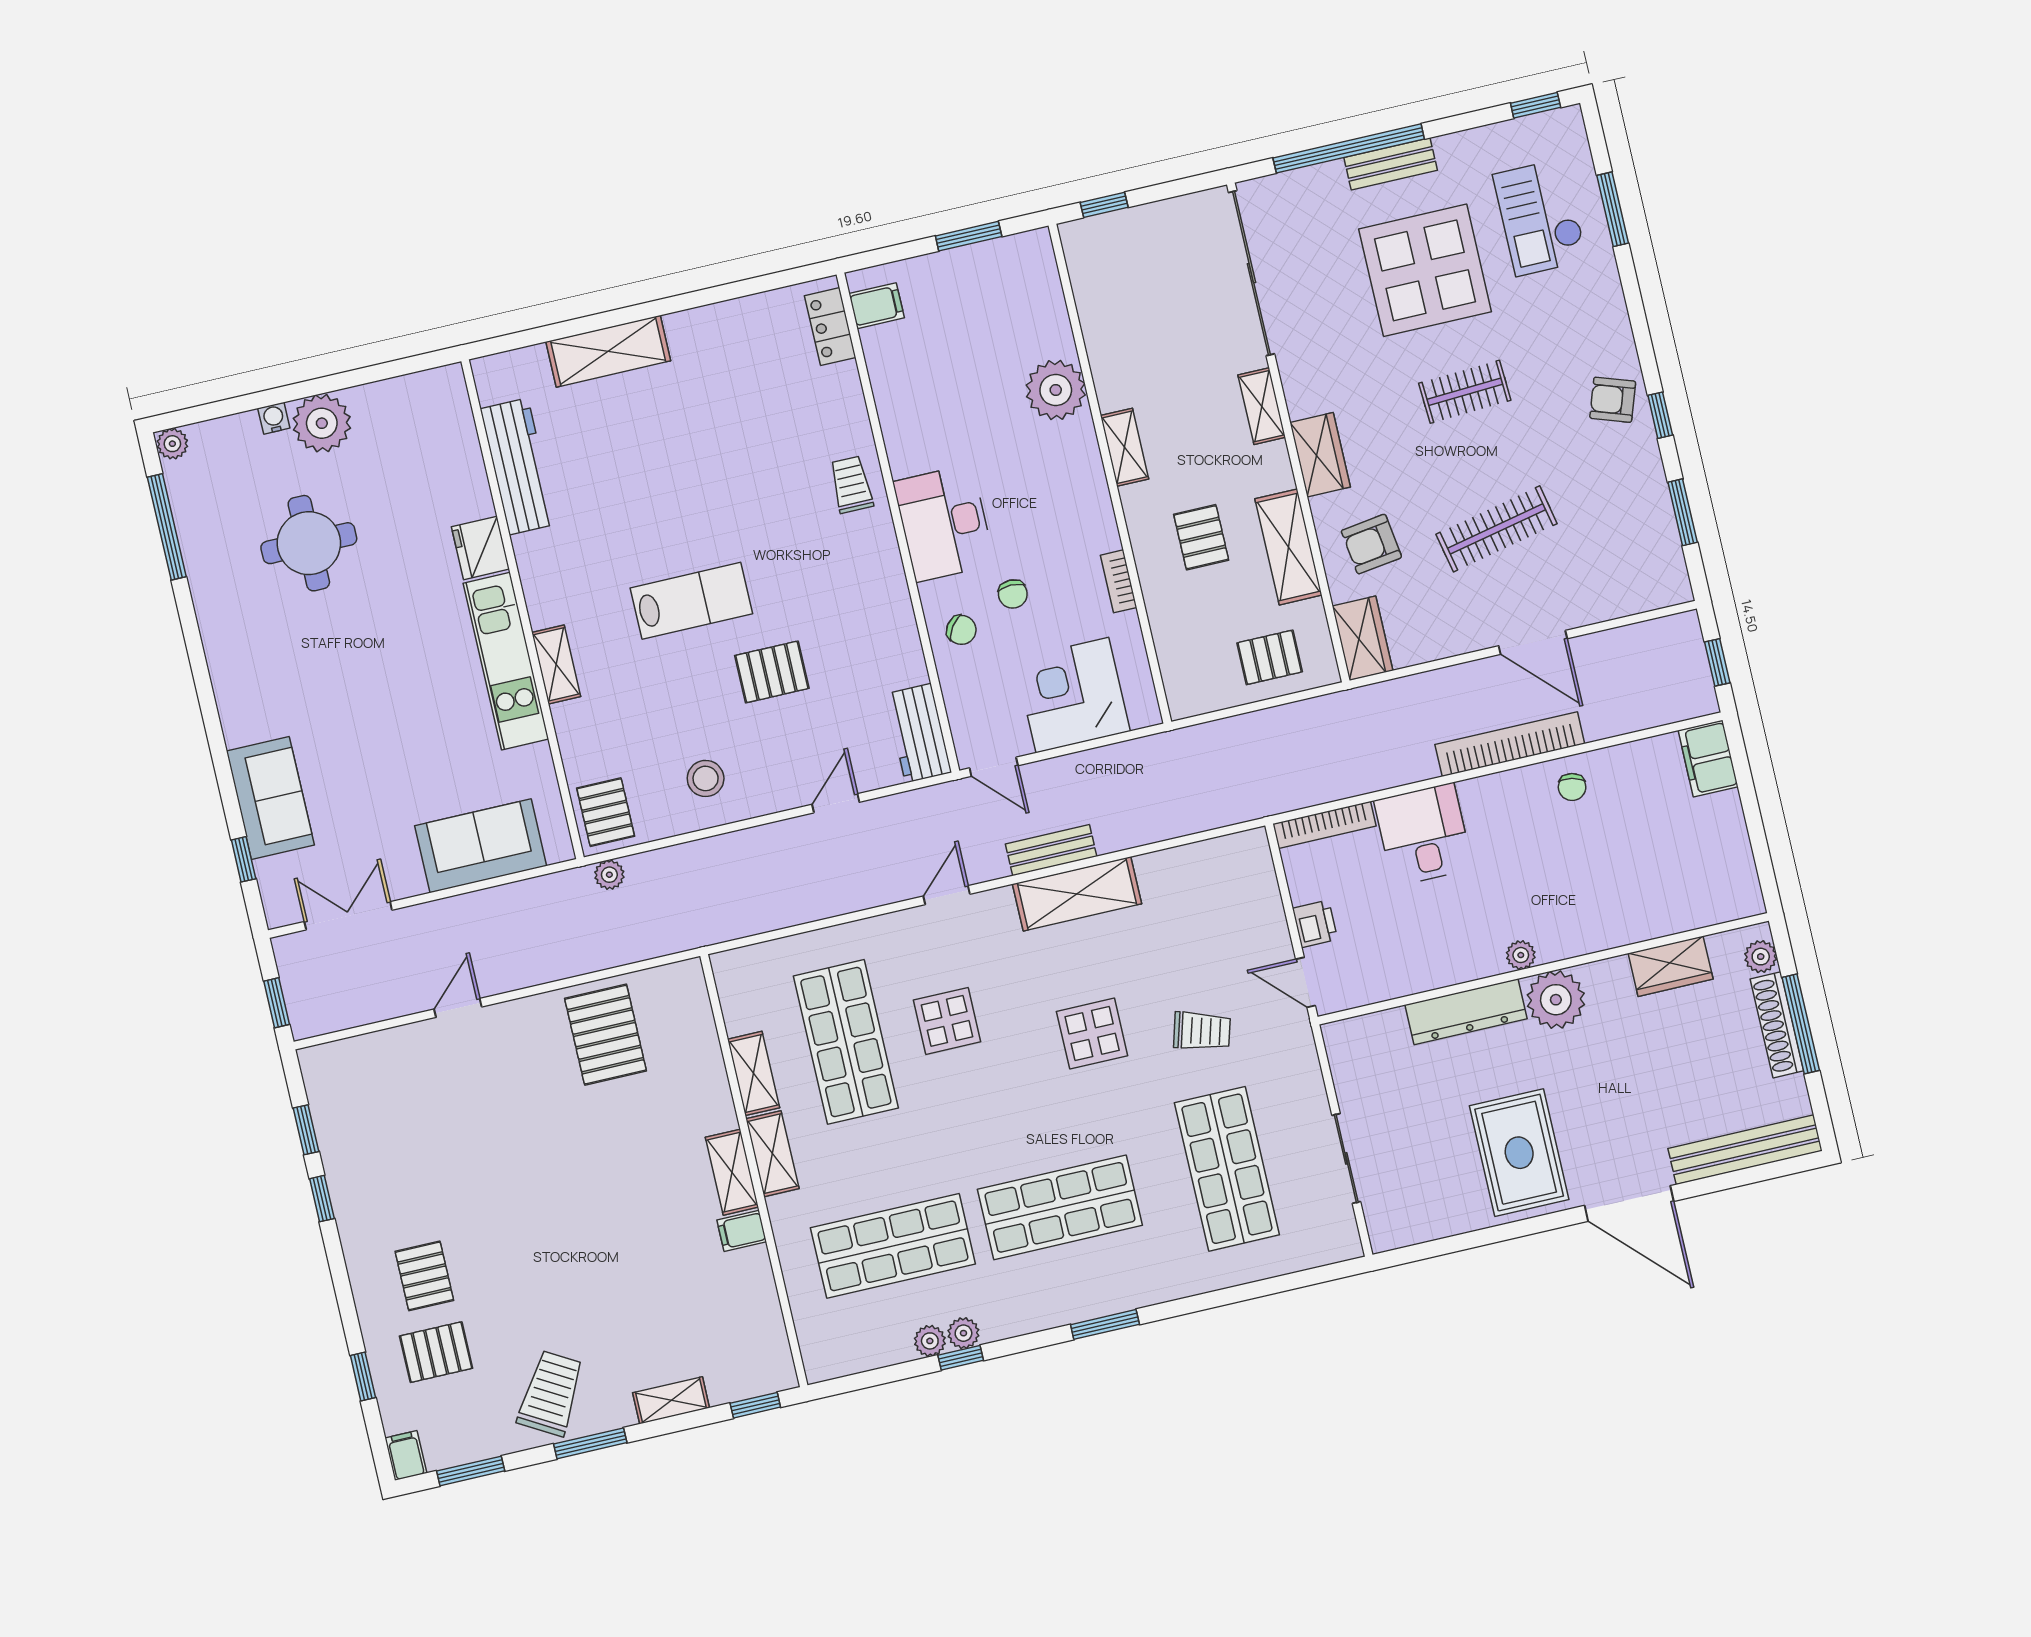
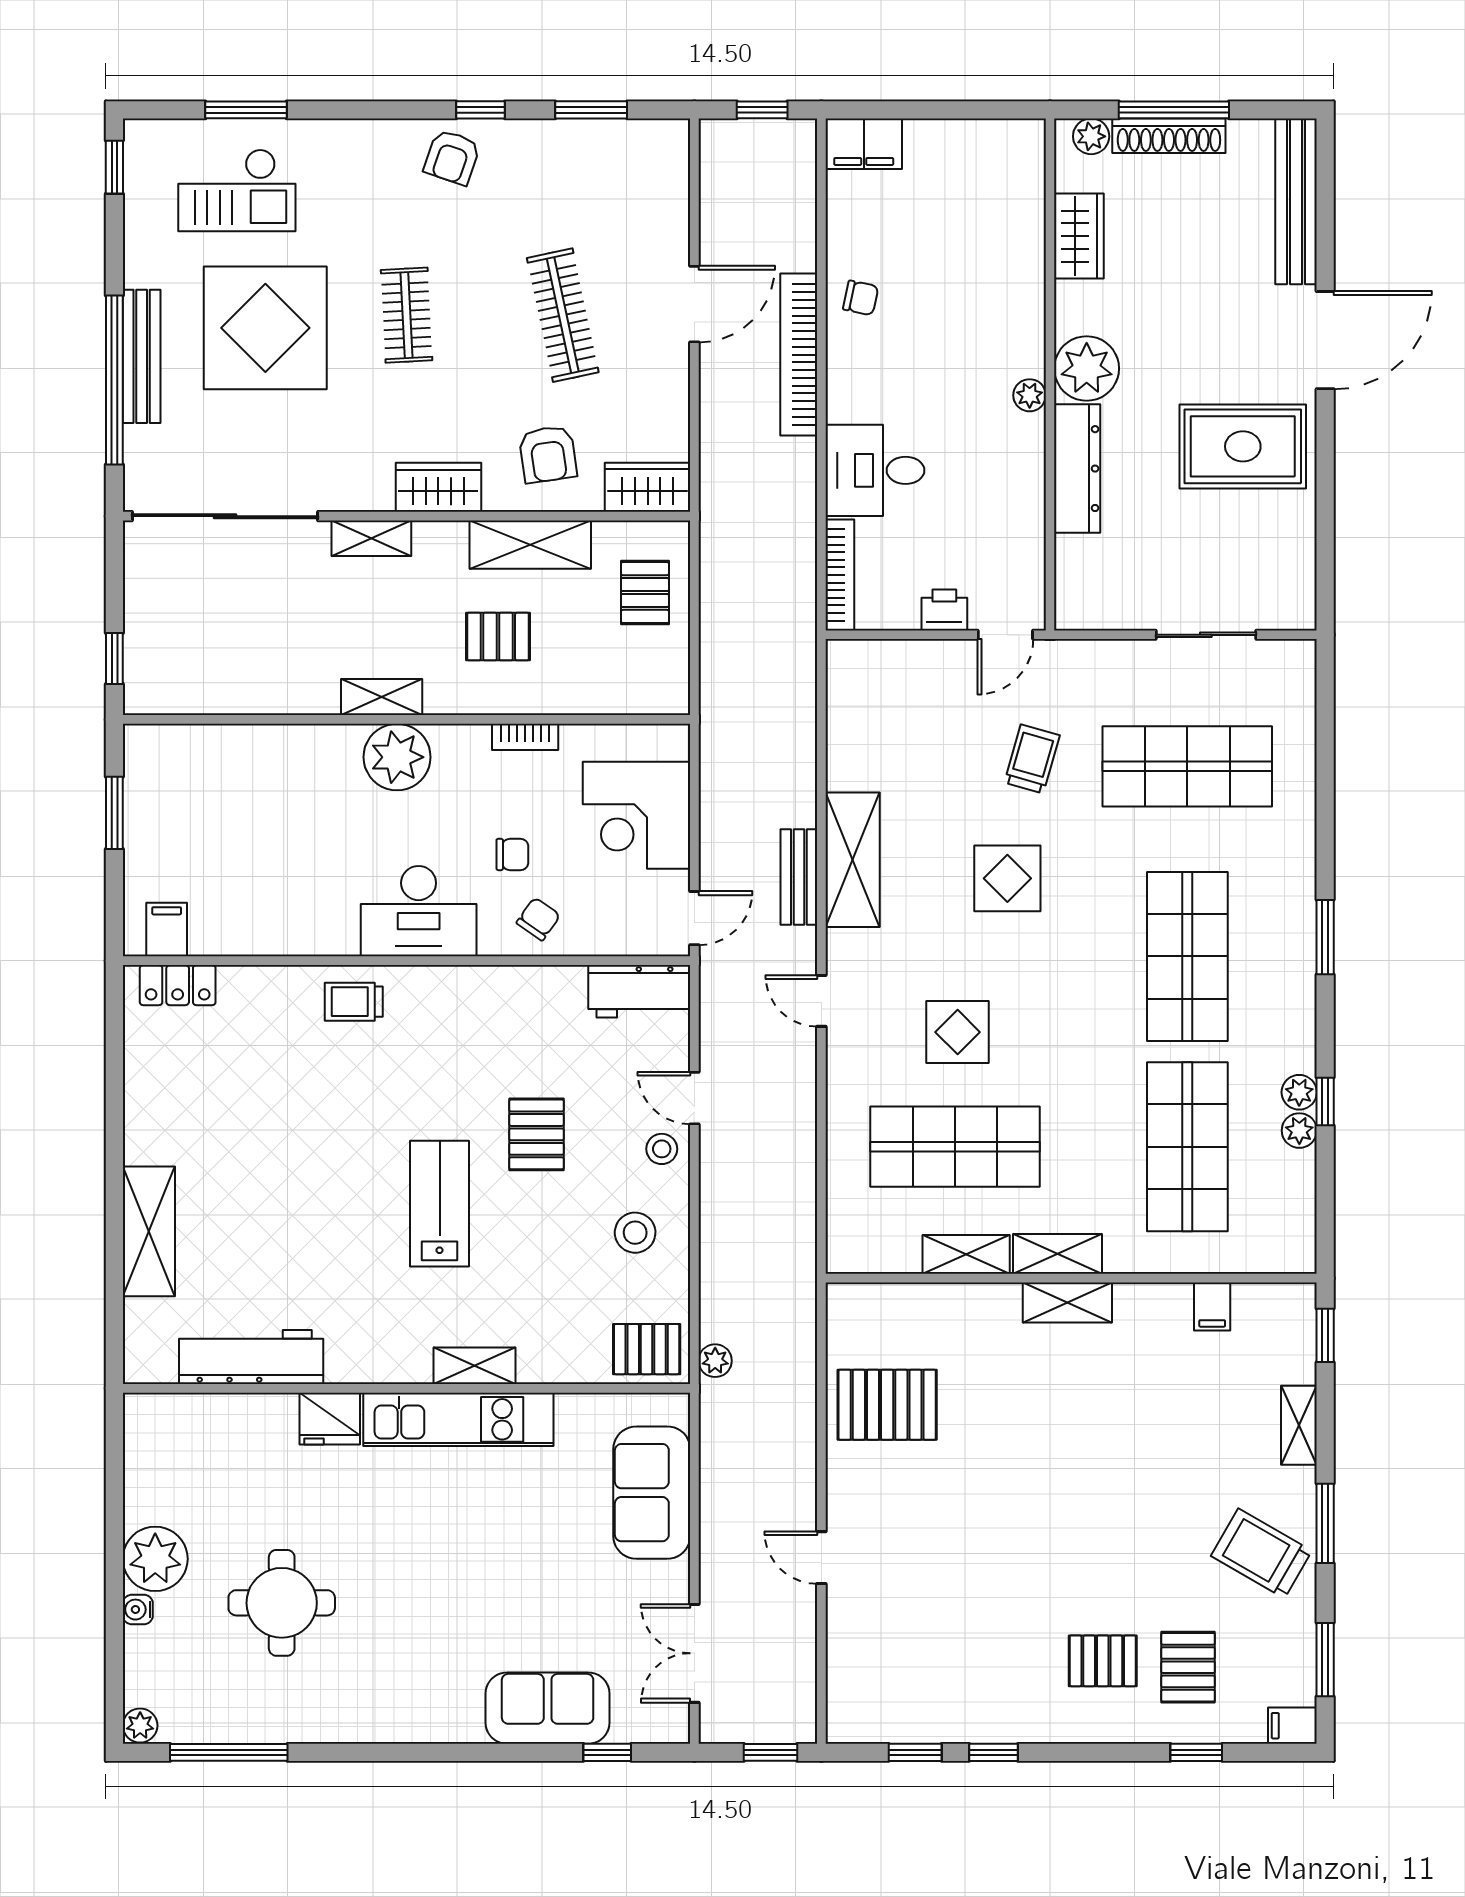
bench: (1391, 164) -> (142, 356), width x1.36
plant: (1056, 390) -> (397, 757), moved
stool: (784, 785) -> (662, 1149), added
filing cabinet: (742, 1231) -> (1212, 1307), moved

